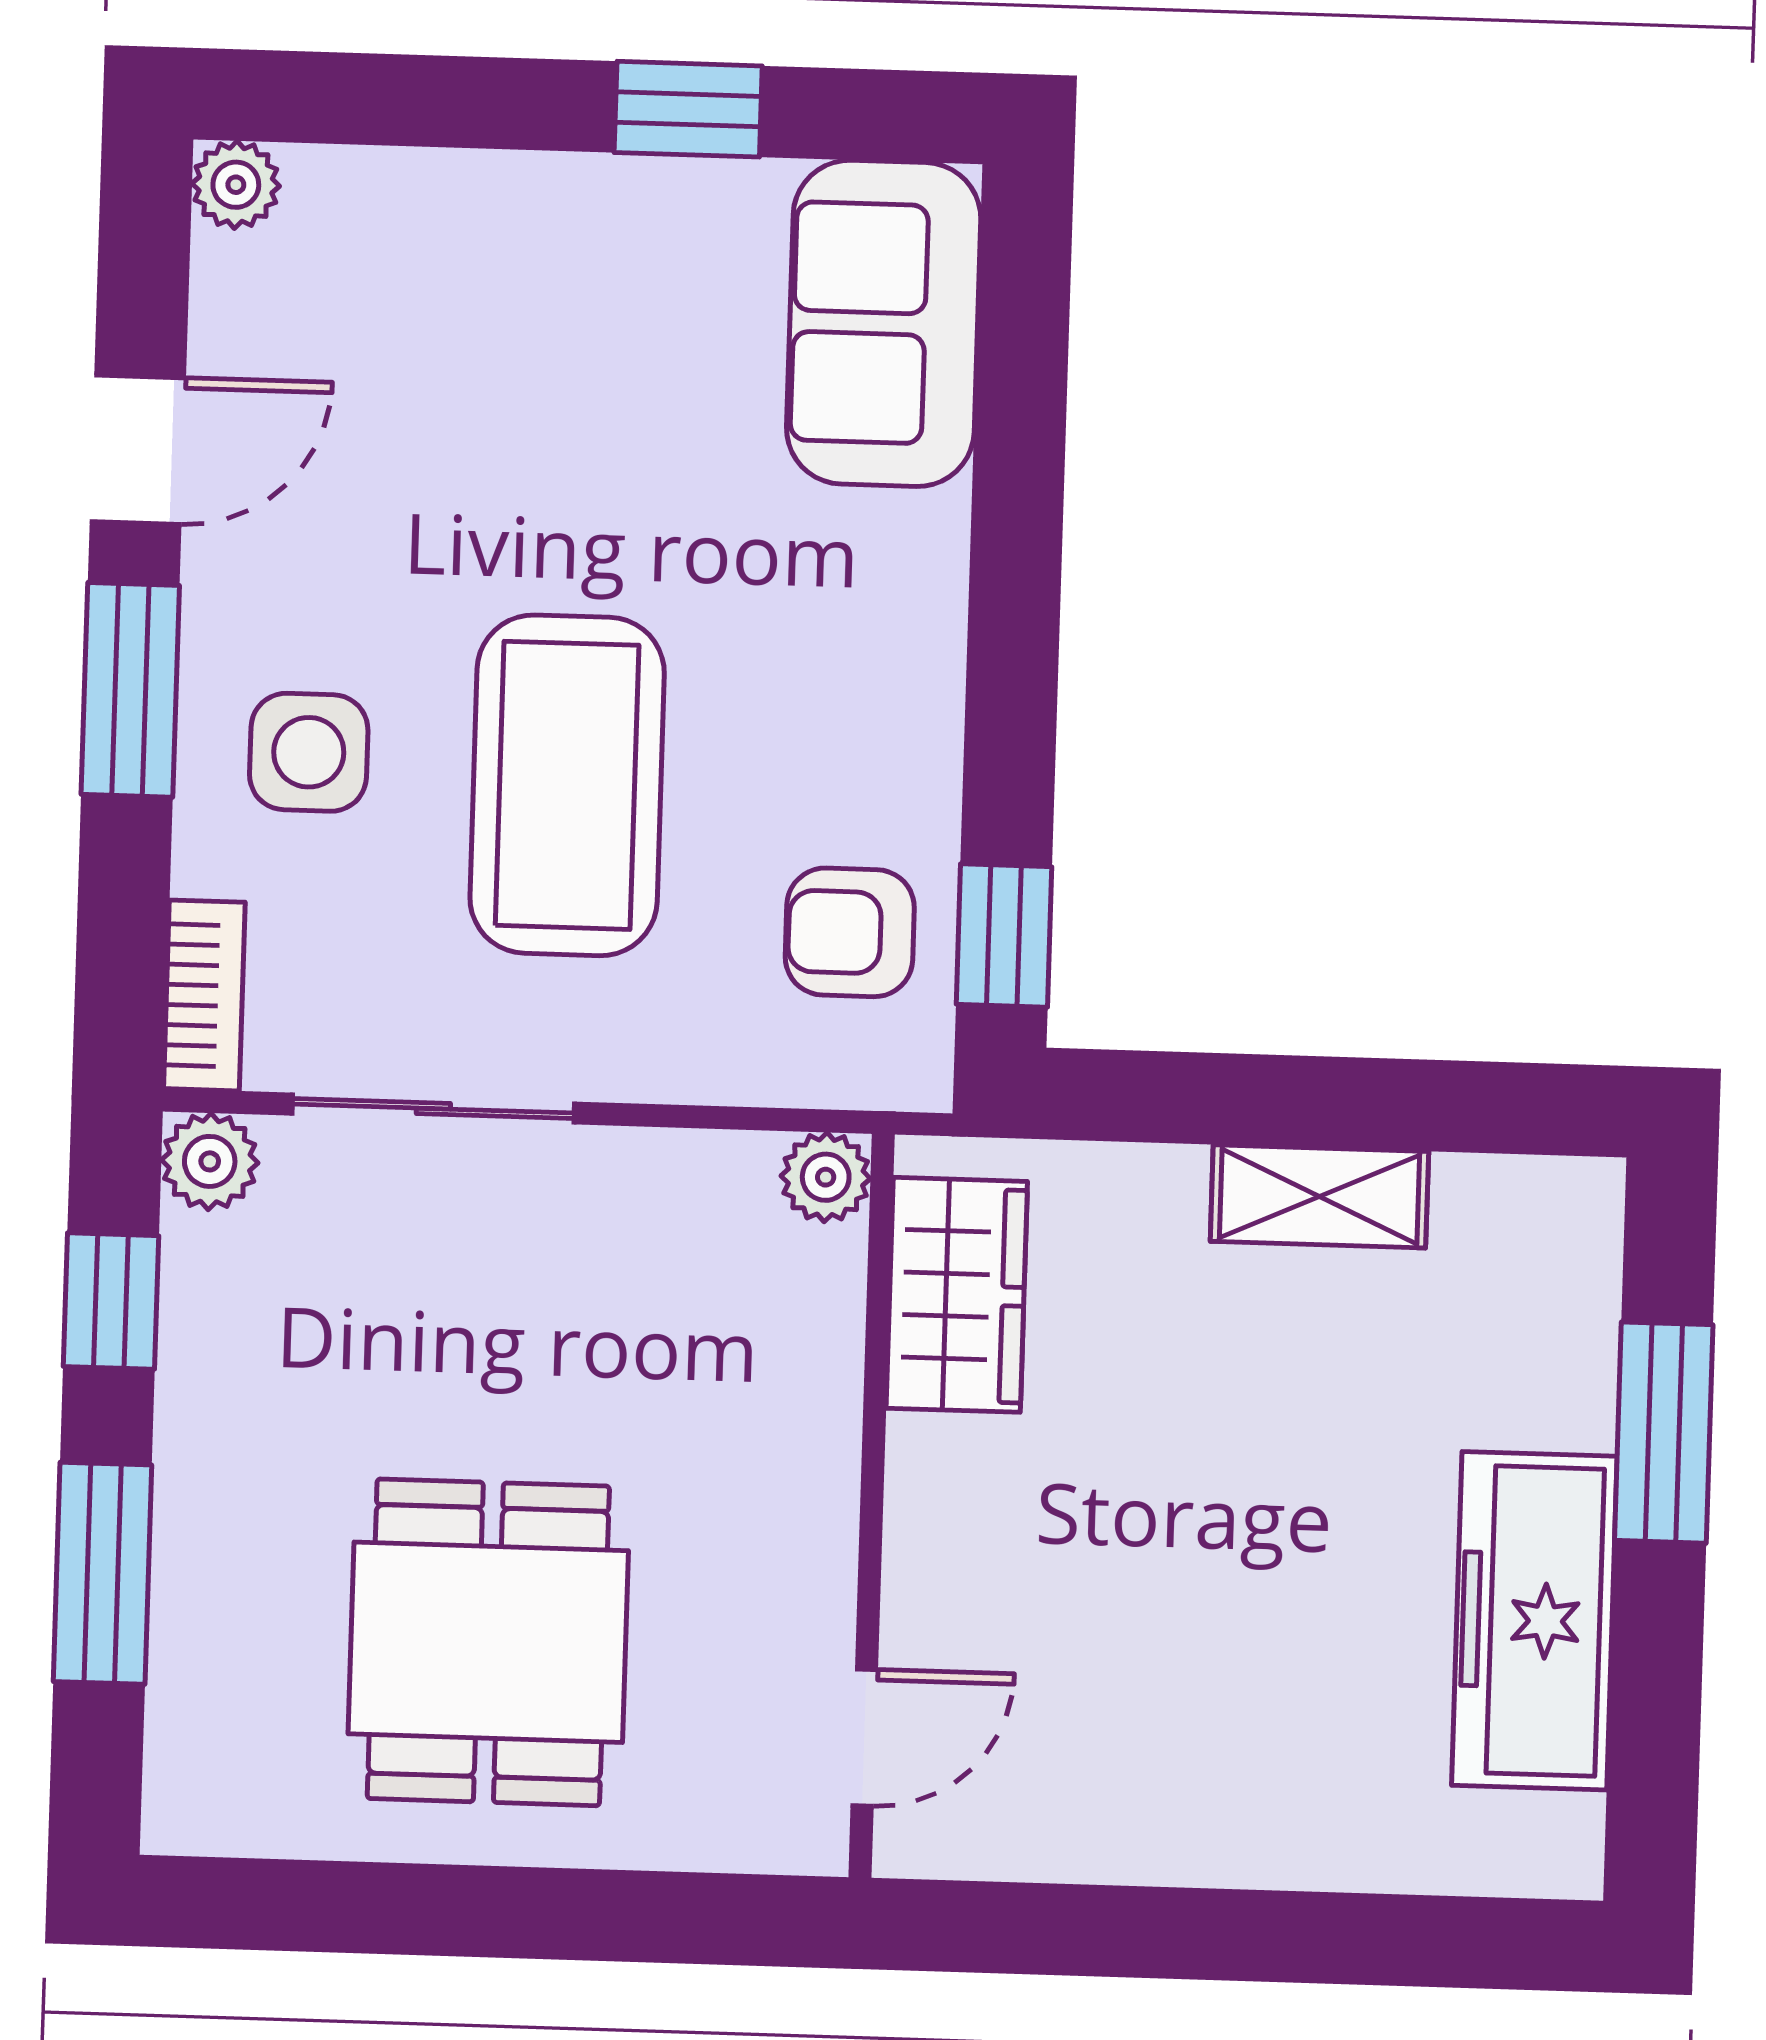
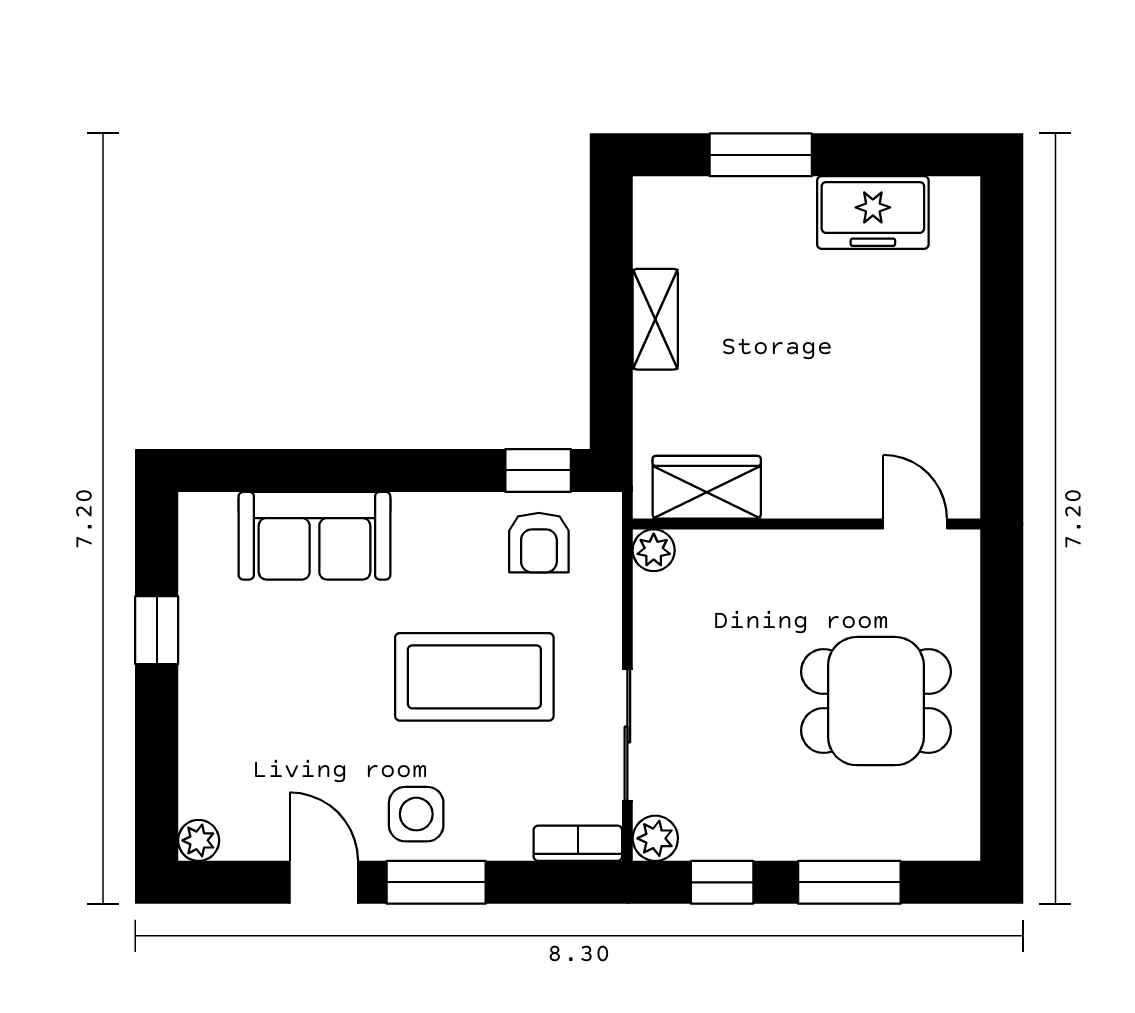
sofa: (884, 323) -> (314, 536), moved
side table: (309, 752) -> (416, 814), moved
freezer: (1534, 1621) -> (873, 213), width x0.71

